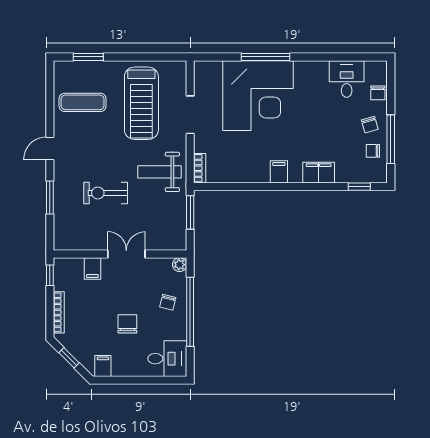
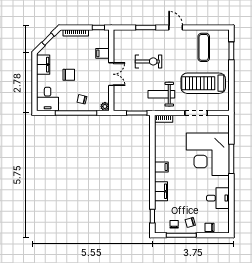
desk: (347, 79) -> (218, 198), moved
weight bench: (159, 172) -> (161, 94), turned -90
exercise bike: (106, 193) -> (148, 61), turned 90
filing cabinet: (103, 366) -> (43, 65), width x2.00

